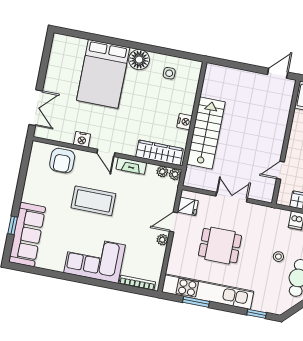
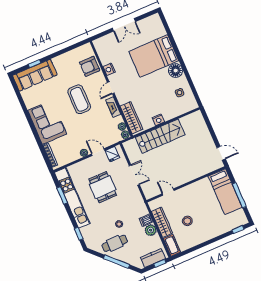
double door: (36, 108) -> (124, 25), moved

